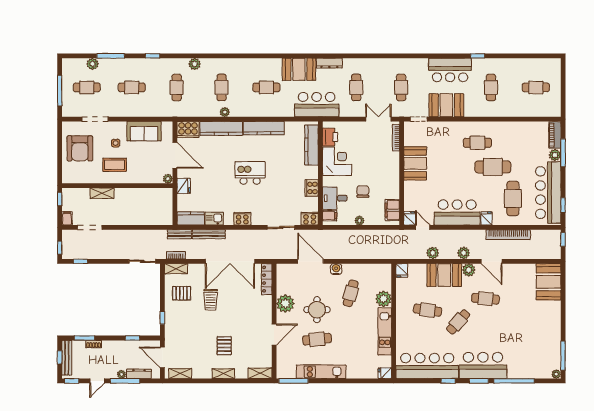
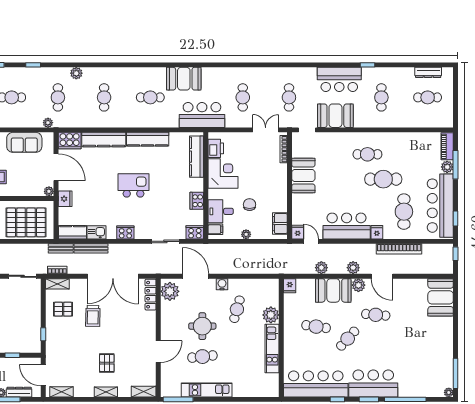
dresser: (329, 63) -> (428, 72), moved
plant: (225, 112) -> (48, 123), moved
pallet: (146, 209) -> (26, 222), added
plant: (285, 304) -> (170, 291), moved
fridge: (385, 373) -> (272, 391), removed

